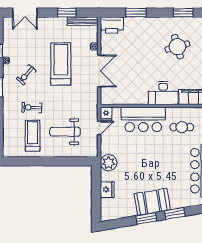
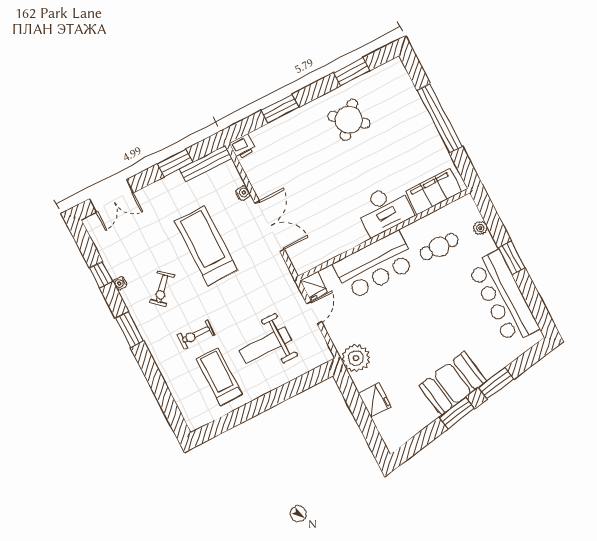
printer: (112, 25) -> (243, 147), width x0.53, depth x0.68
round table: (177, 47) -> (349, 120), moved, turned -34

